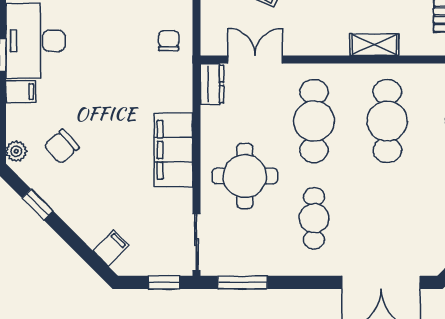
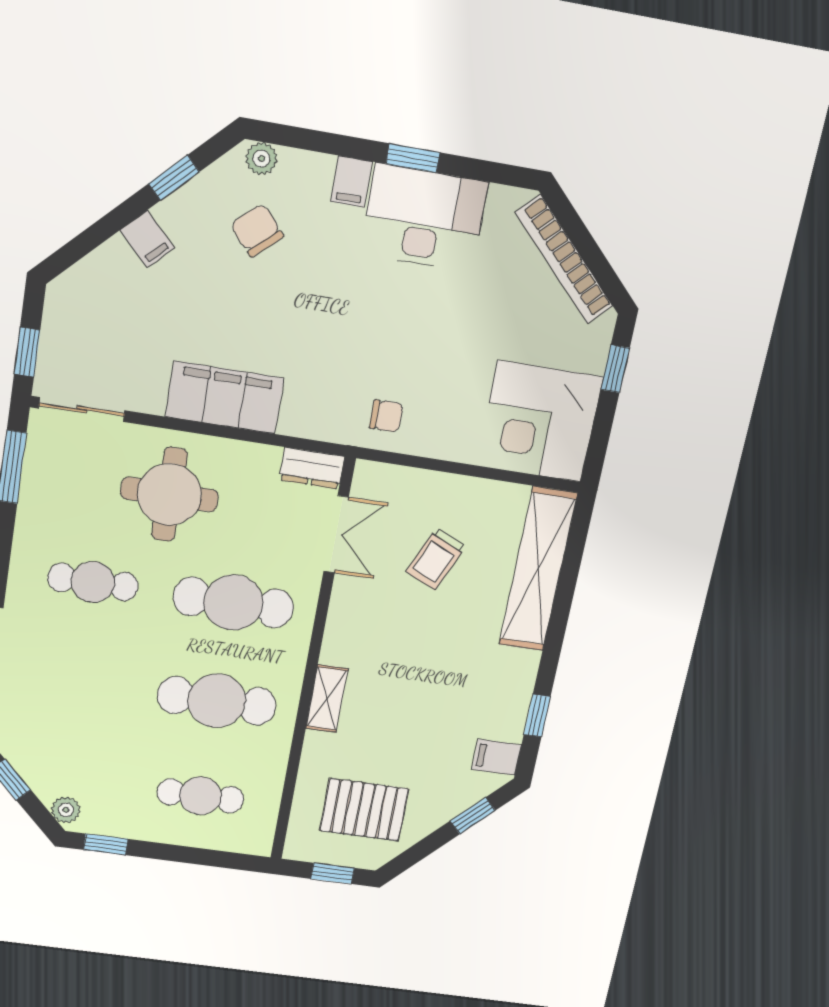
filing cabinet: (111, 248) -> (147, 239), moved

